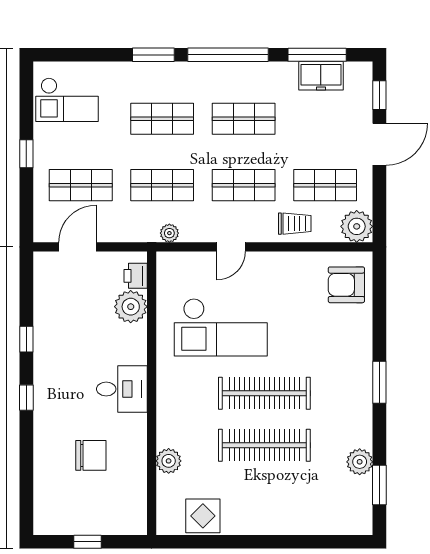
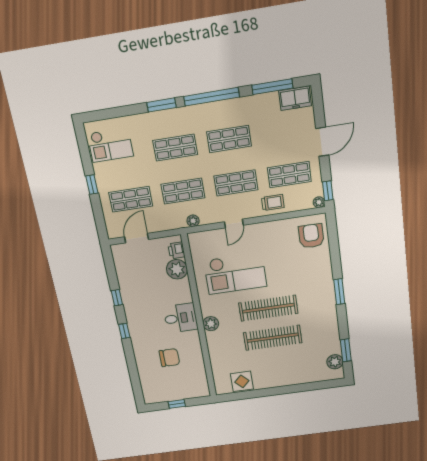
freezer: (321, 76) -> (295, 98), moved
window: (379, 95) -> (328, 191), moved
plant: (357, 226) -> (319, 202), width x0.53, depth x0.53
armchair: (346, 285) -> (311, 236), turned 90
plant: (169, 461) -> (211, 324), moved
plant: (360, 462) -> (335, 362), moved

